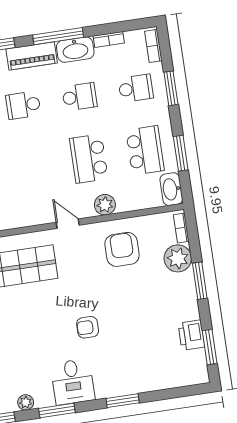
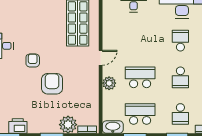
school desk: (145, 150) -> (140, 114), turned 180
armchair: (122, 249) -> (52, 84), moved, turned -90

